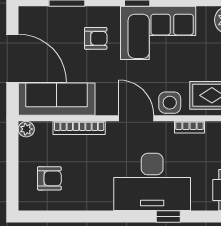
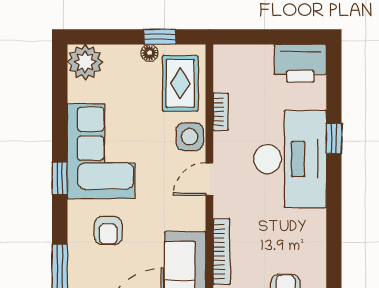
armchair: (96, 38) -> (108, 231), turned 180
door: (136, 118) -> (209, 179), width x0.73

